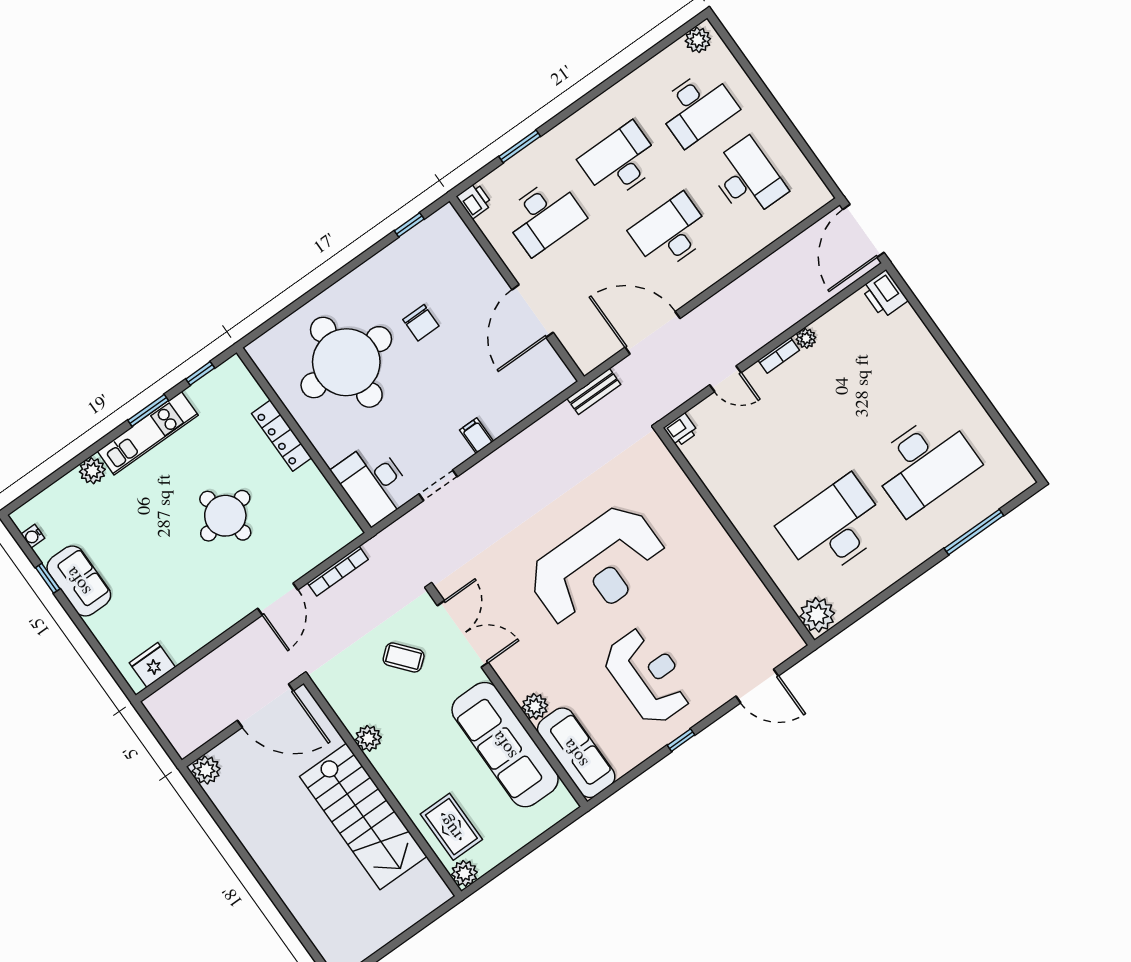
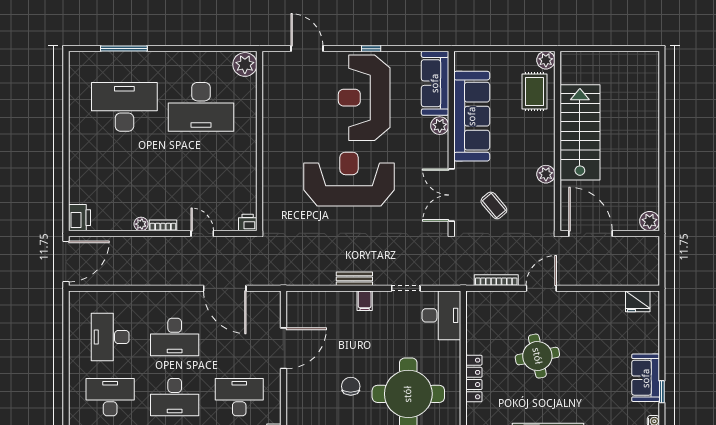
bench: (594, 391) -> (354, 279), moved
reception desk: (648, 676) -> (364, 98), width x1.36, depth x1.30

